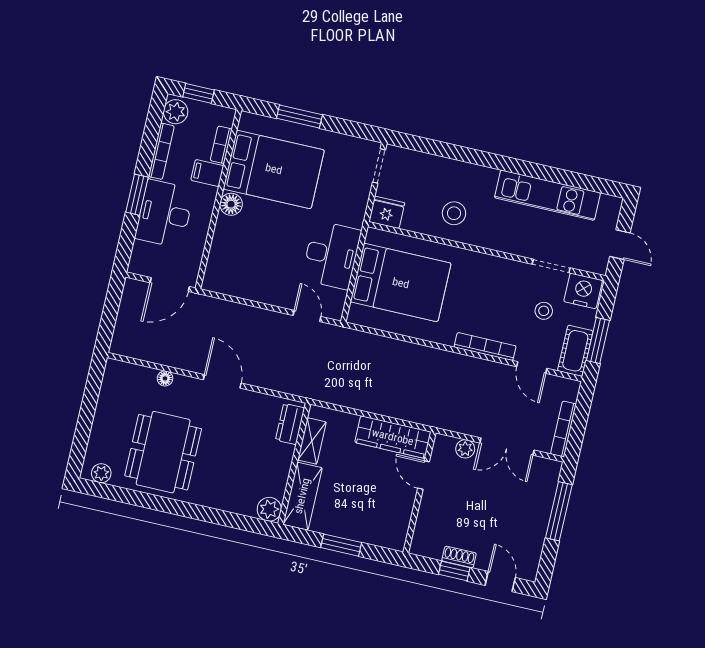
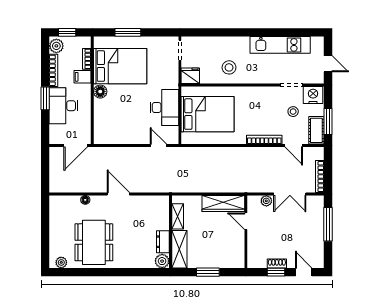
dresser: (290, 424) -> (163, 242), moved

